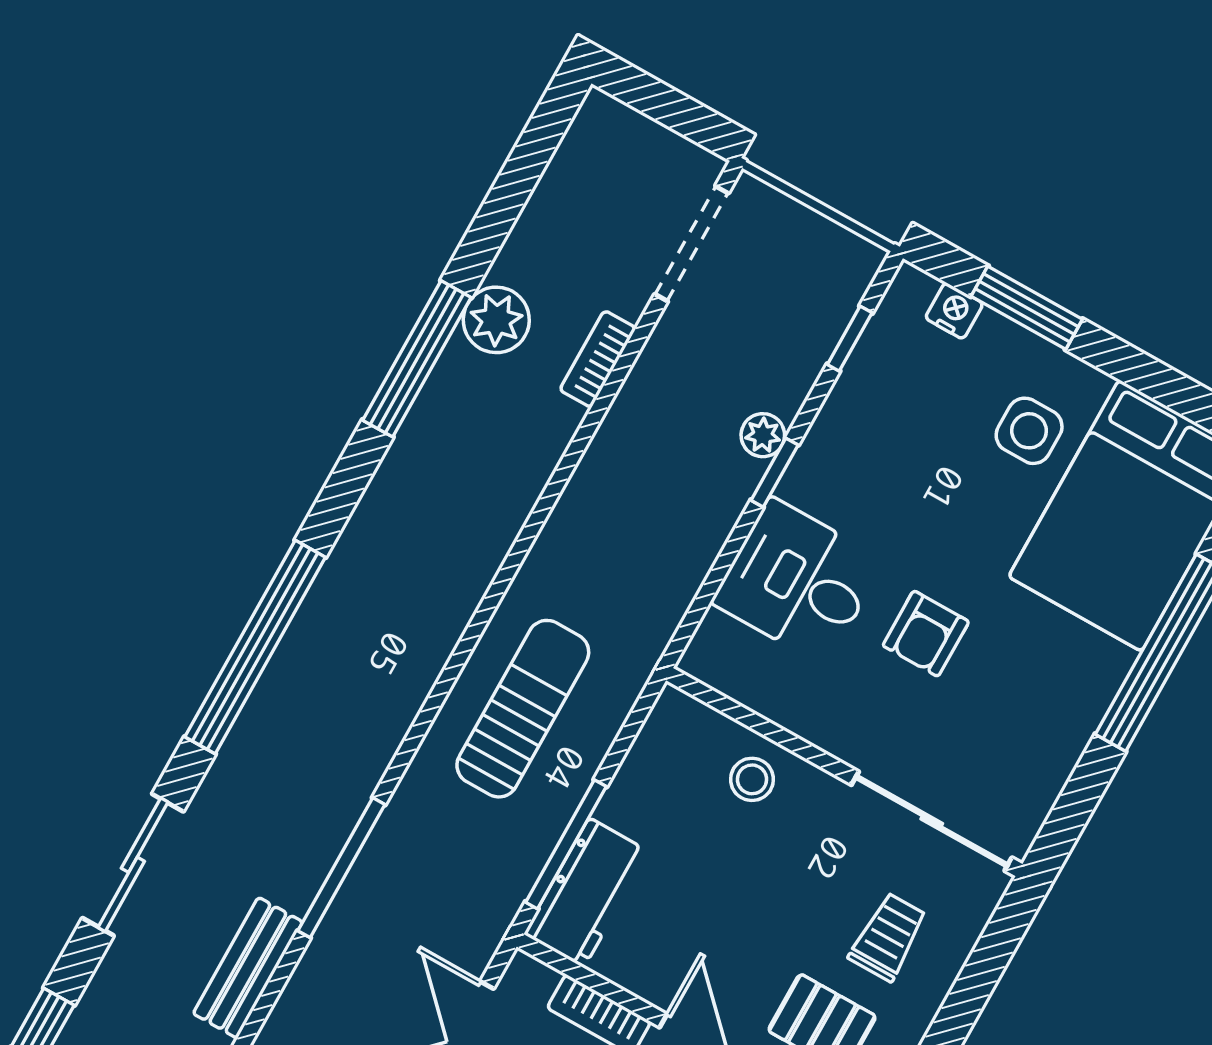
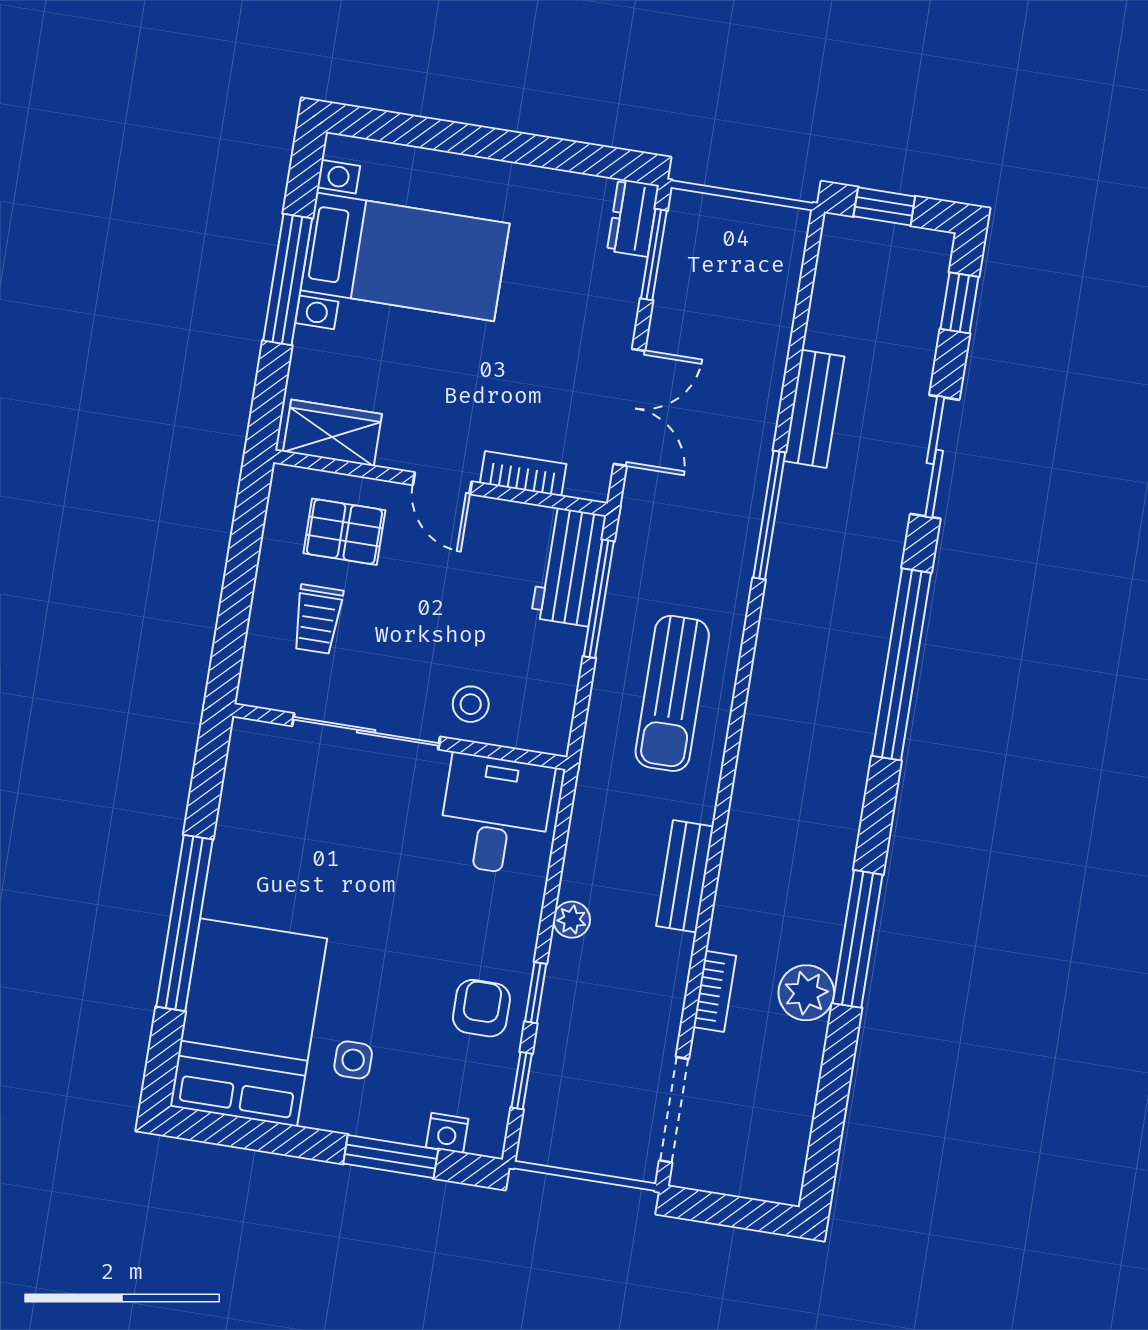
side table: (1029, 431) -> (353, 1060), width x0.73, depth x0.73
plant: (763, 435) -> (572, 920), moved
window: (775, 473) -> (536, 993), moved
bench: (584, 500) -> (685, 876), added
desk: (798, 581) -> (495, 815), moved, turned -90
armchair: (926, 634) -> (481, 1008), moved
sliding door: (932, 821) -> (366, 731), moved

